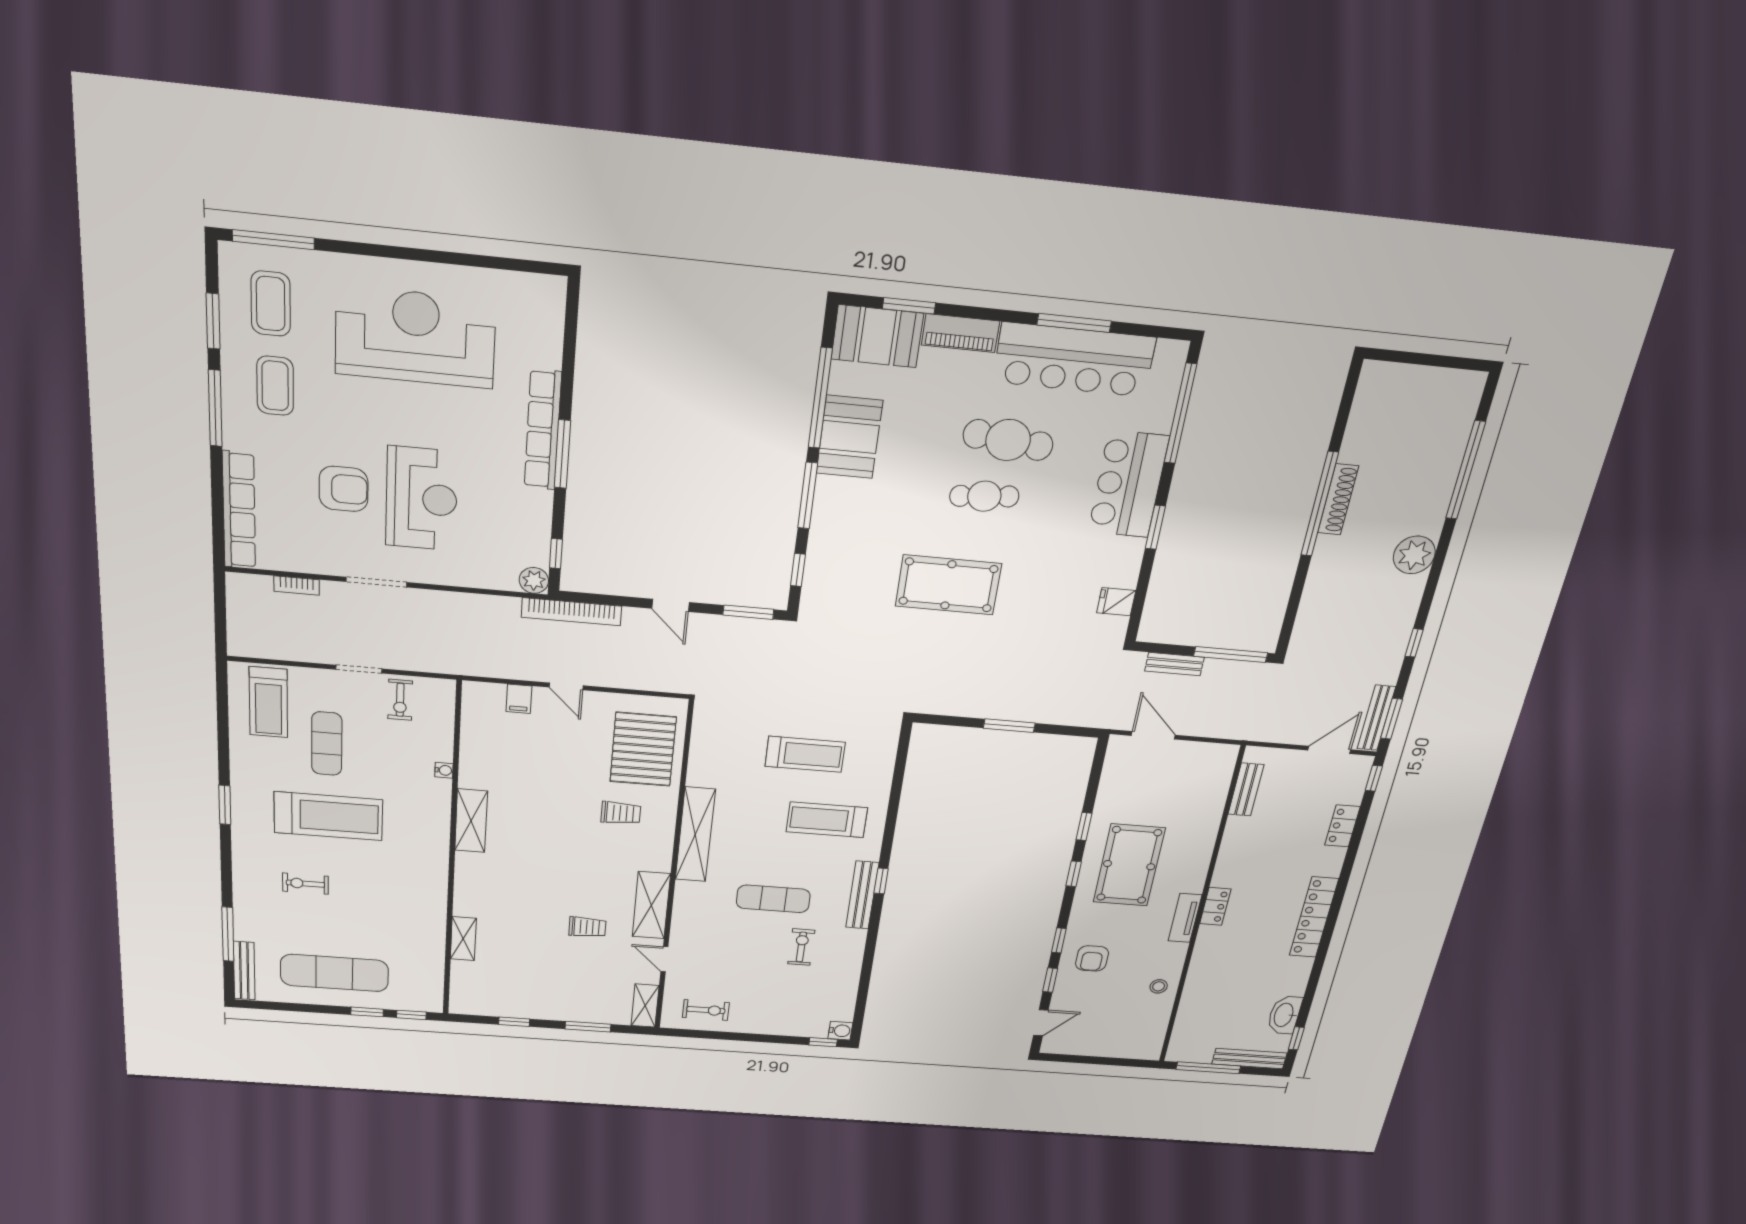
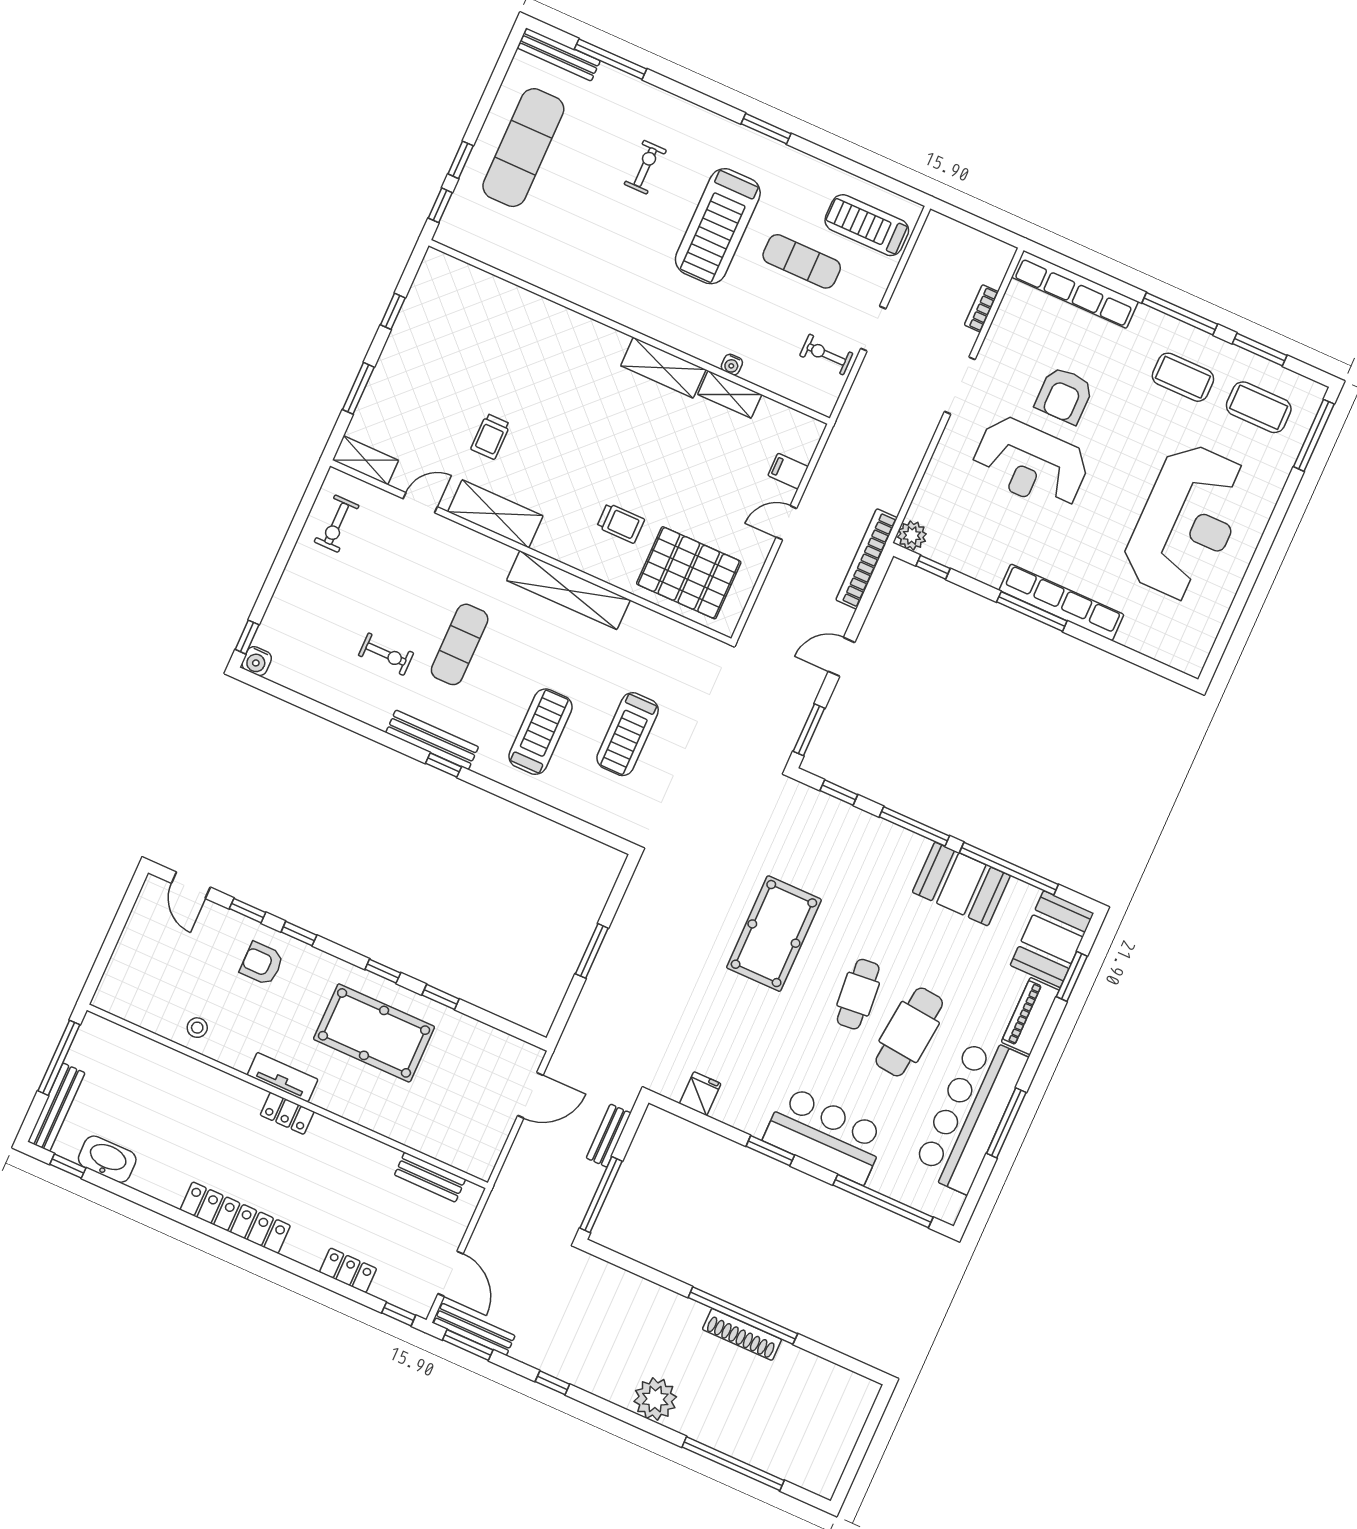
trolley: (621, 813) -> (621, 523), turned -90
shelving: (463, 939) -> (730, 394), moved

